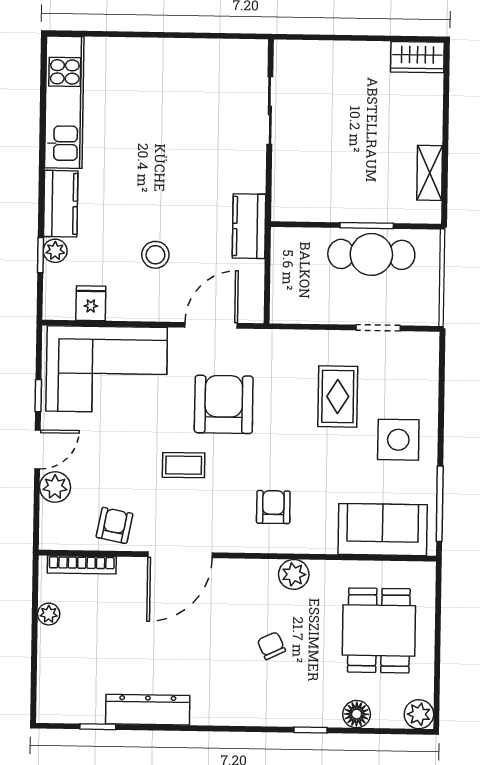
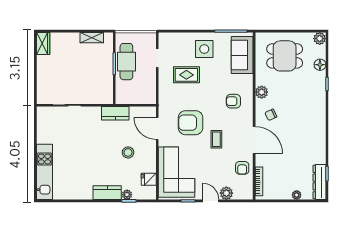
kitchen unit: (64, 102) -> (44, 172), moved, turned 90
armchair: (114, 525) -> (242, 168), turned -101
plant: (49, 614) -> (297, 195), moved
chair: (271, 646) -> (271, 115), moved
dresser: (148, 710) -> (319, 182), moved

